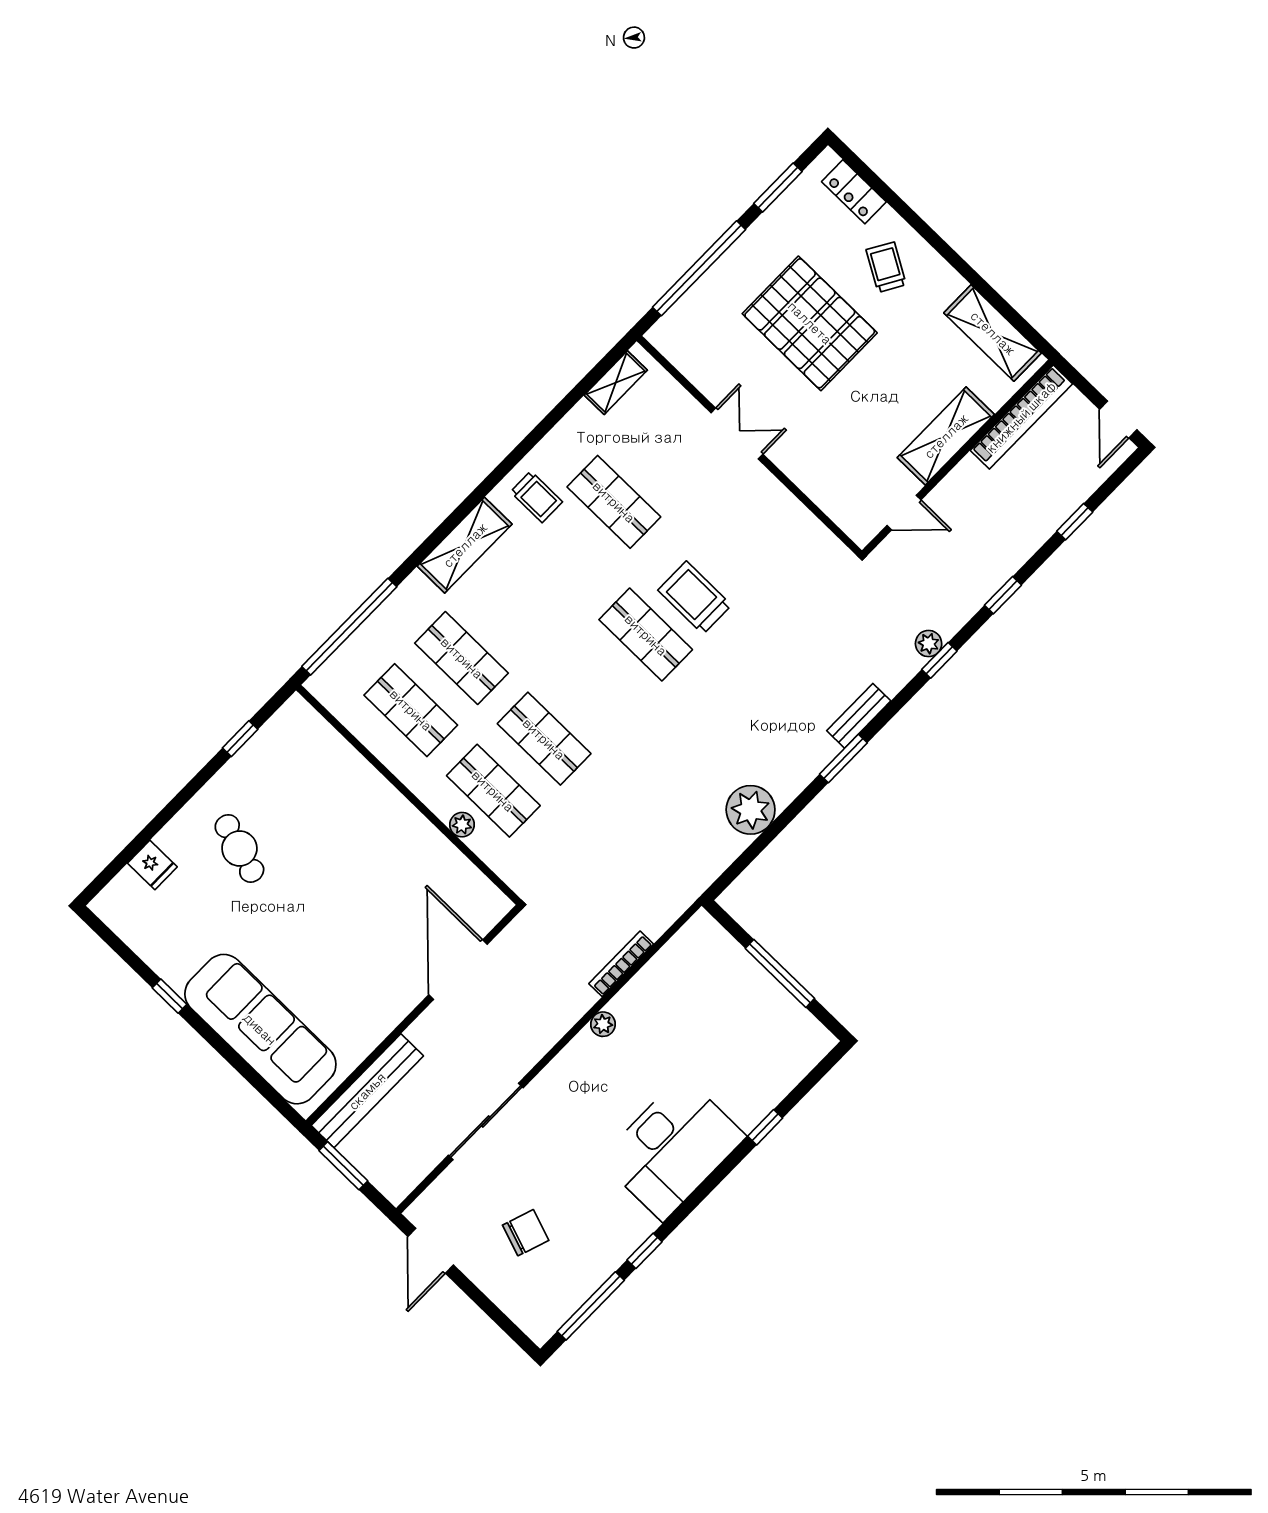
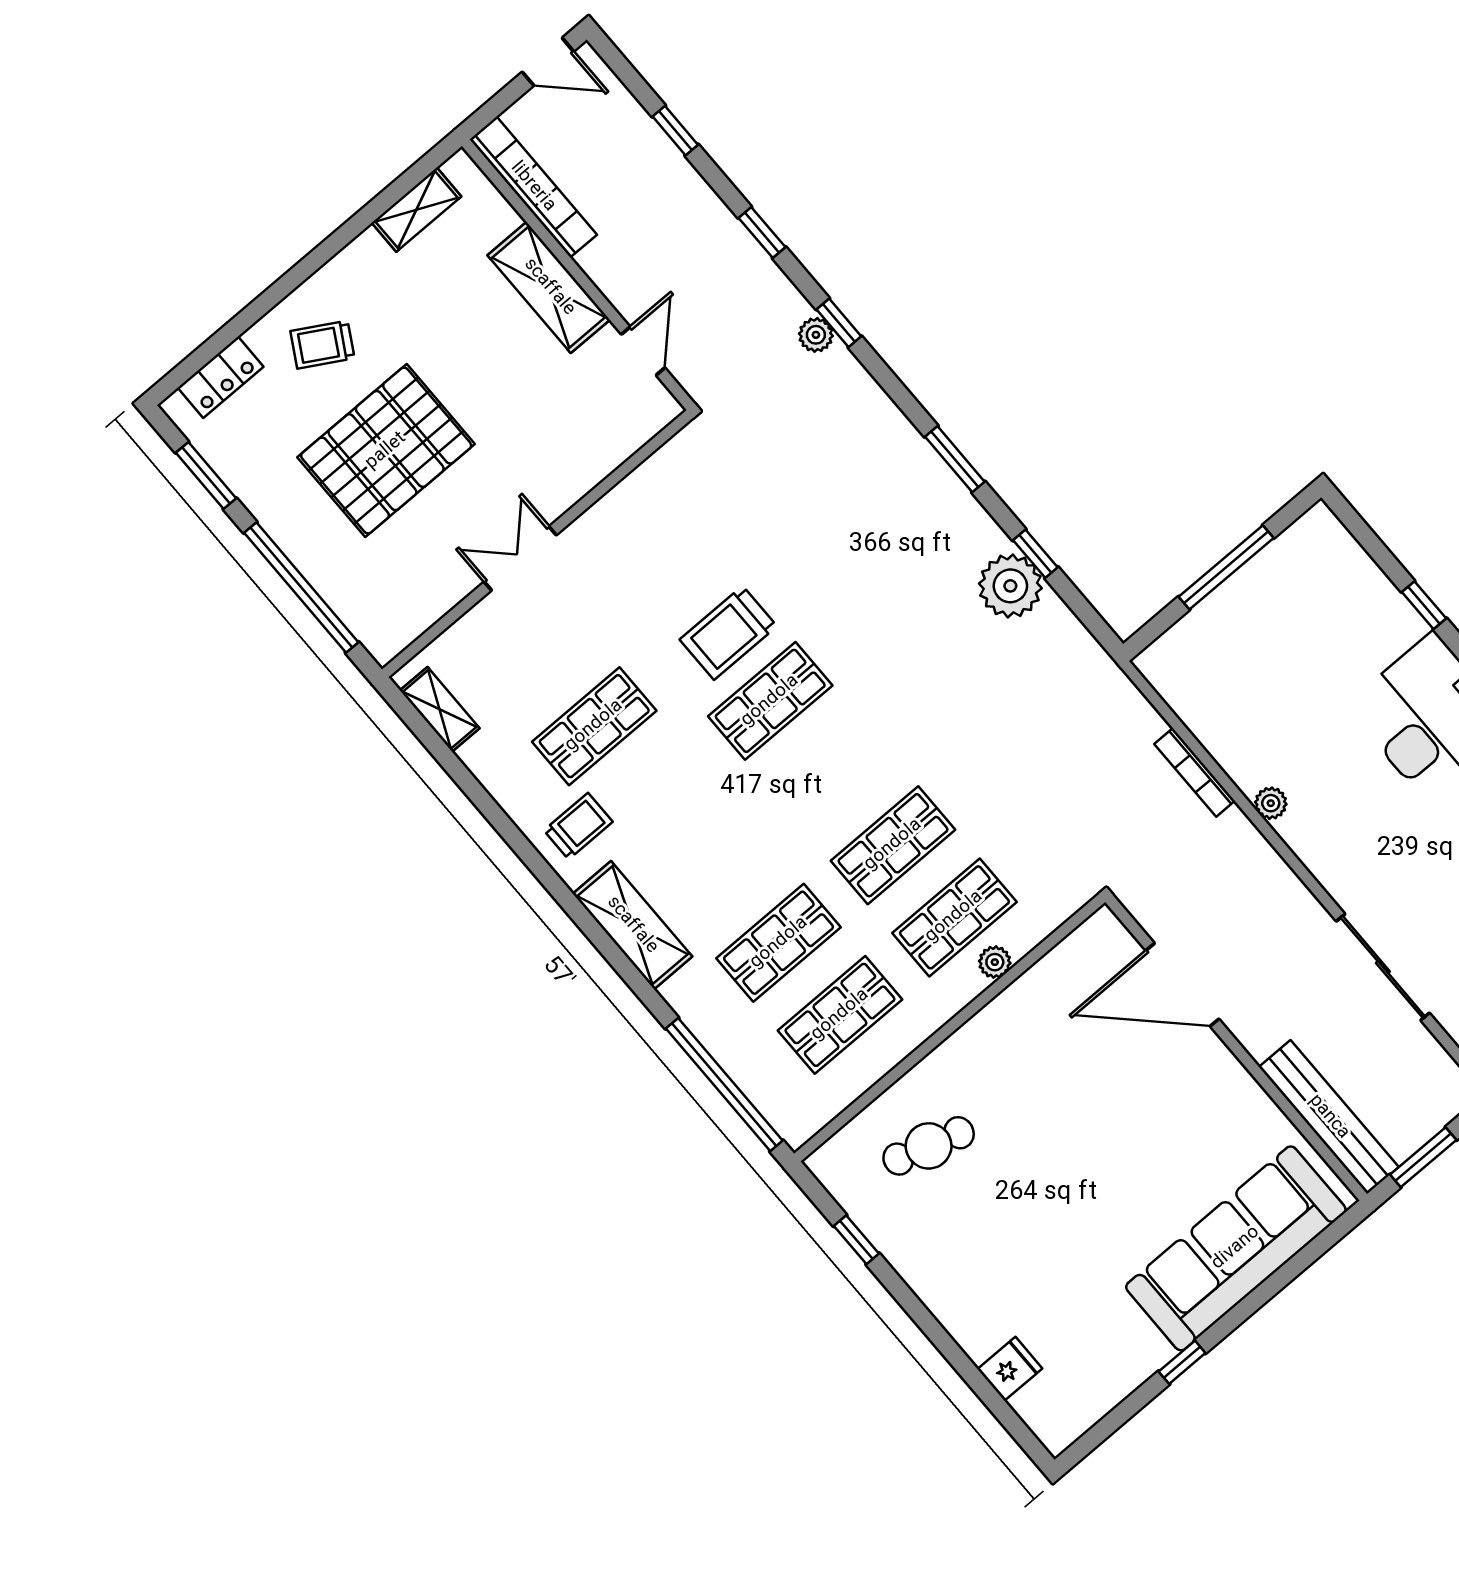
shelving: (993, 333) -> (416, 210), width x0.67, depth x0.75
bench: (859, 716) -> (901, 434), removed
window: (777, 827) -> (1035, 554), added
cafe table: (239, 848) -> (929, 1146), moved

